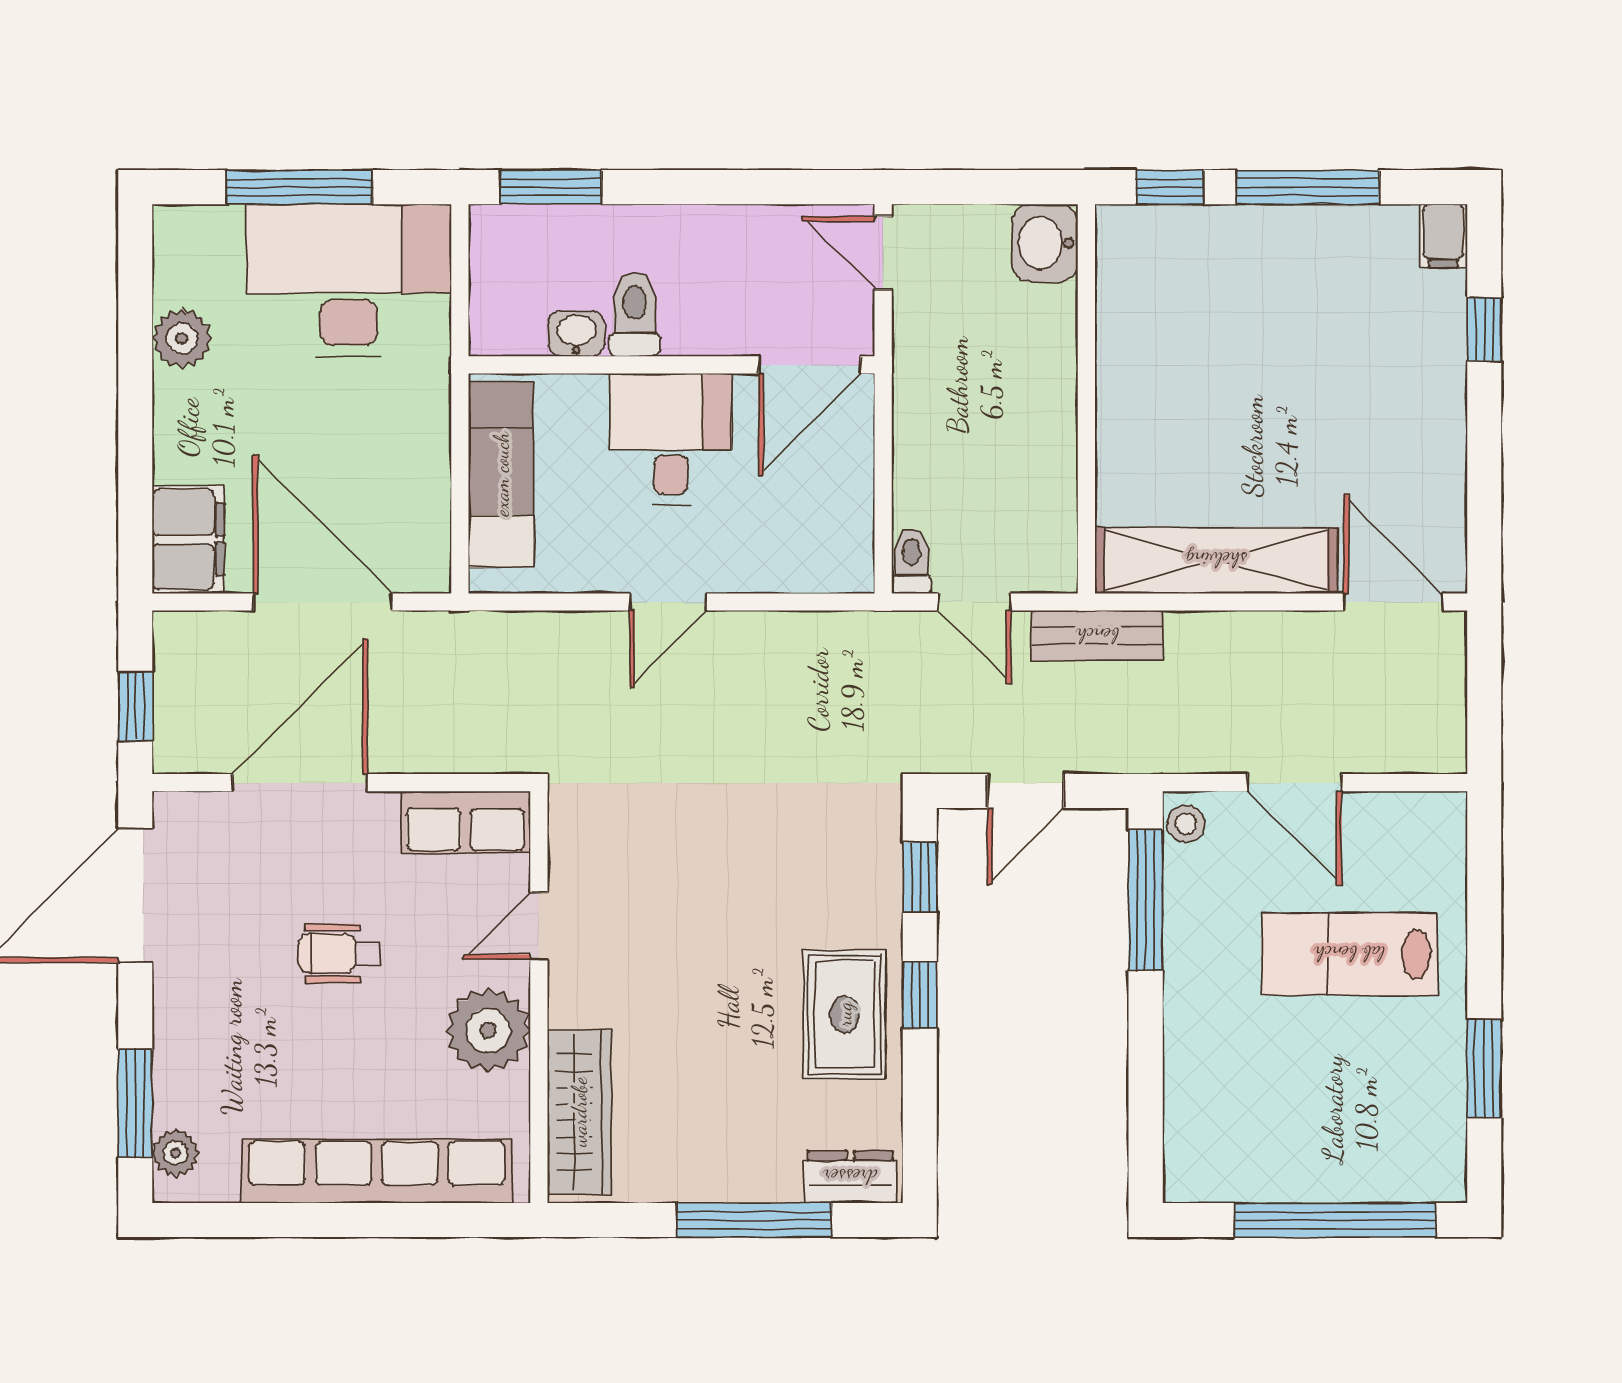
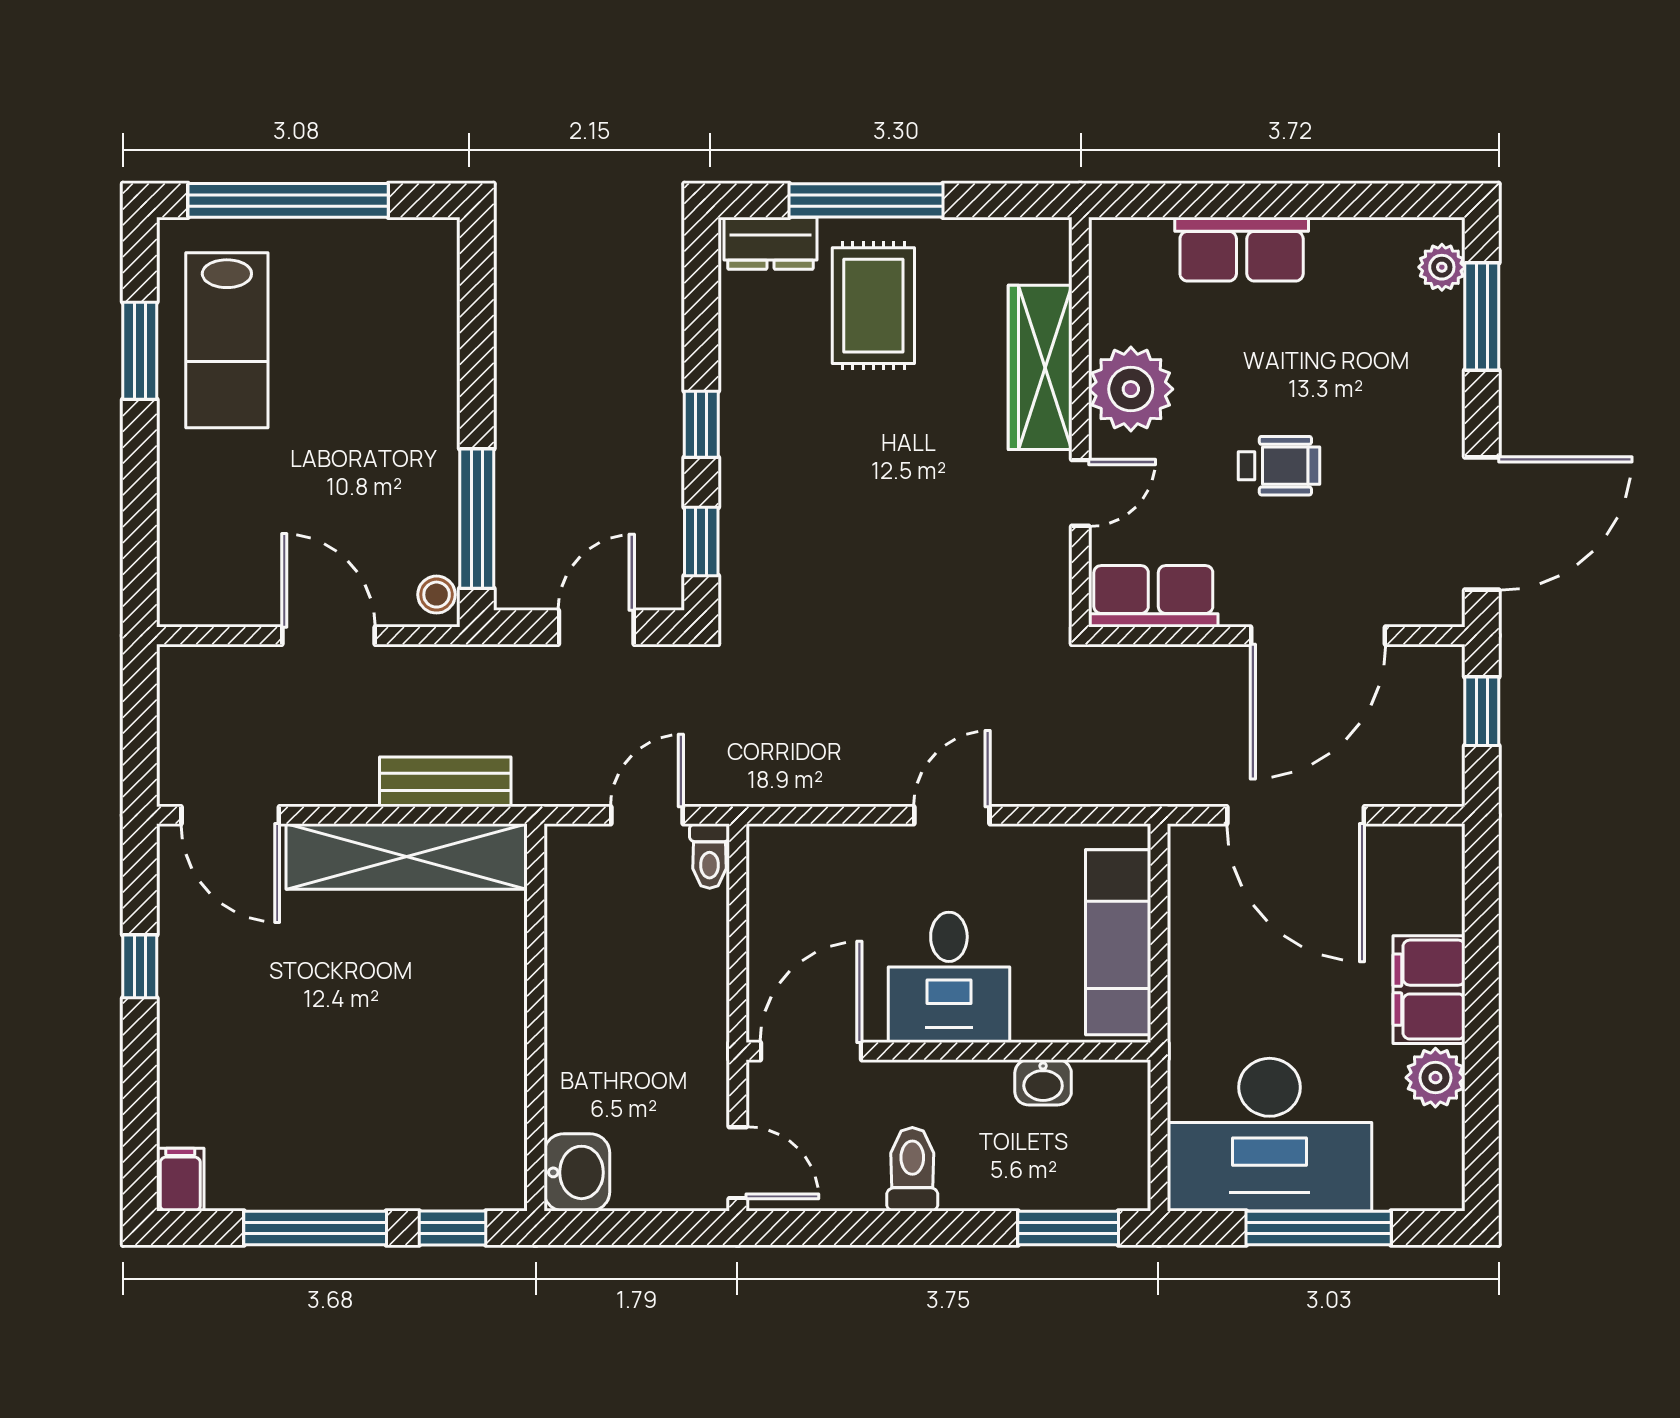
toilet: (635, 314) -> (912, 1169), moved, turned 180
window: (1484, 330) -> (140, 966), moved
filing cabinet: (188, 539) -> (1429, 990), moved
door: (974, 602) -> (647, 815), hinge flipped
bench: (1097, 636) -> (445, 782), moved
lab bench: (1349, 954) -> (227, 340), moved, turned 90
rug: (844, 1014) -> (873, 306), moved
wardrobe: (579, 1112) -> (1040, 367), moved
row of seats: (377, 1171) -> (1242, 249), width x0.50

